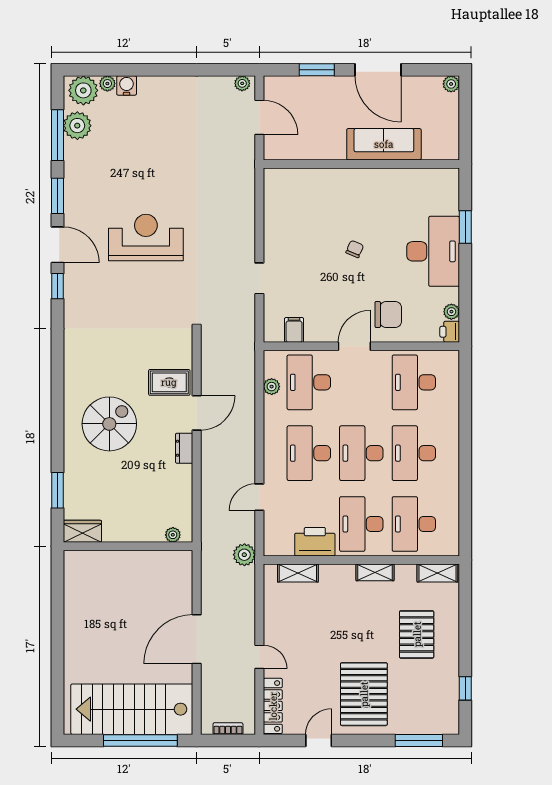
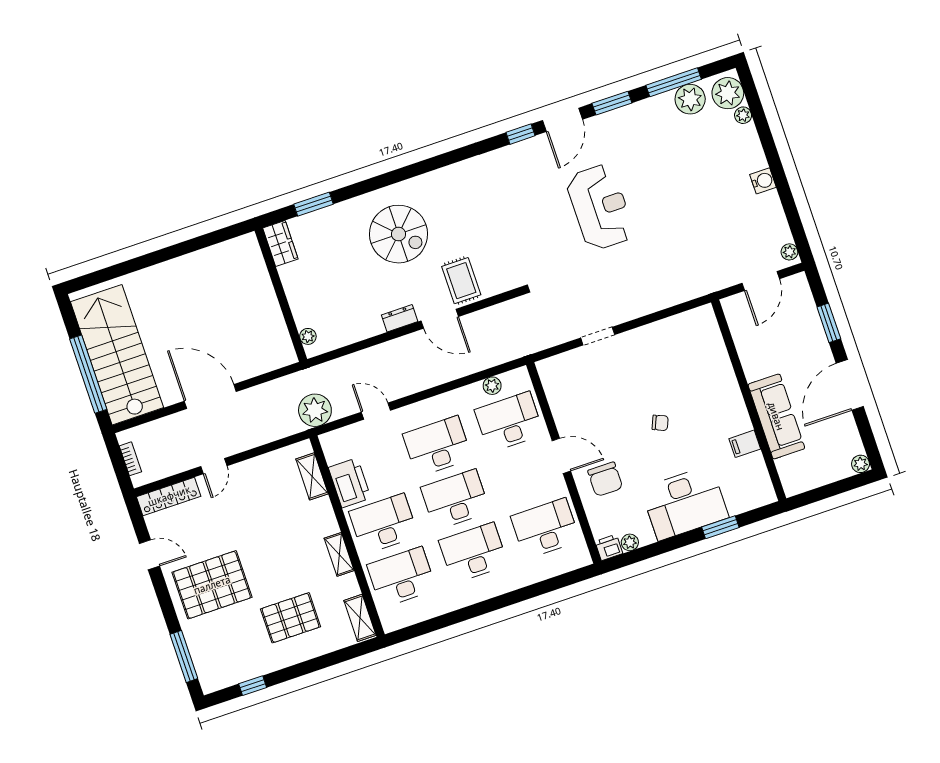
water cooler: (127, 86) -> (763, 181), moved
filing cabinet: (294, 330) -> (745, 444), moved, turned 180
plant: (244, 555) -> (315, 410), width x1.36, depth x1.36

